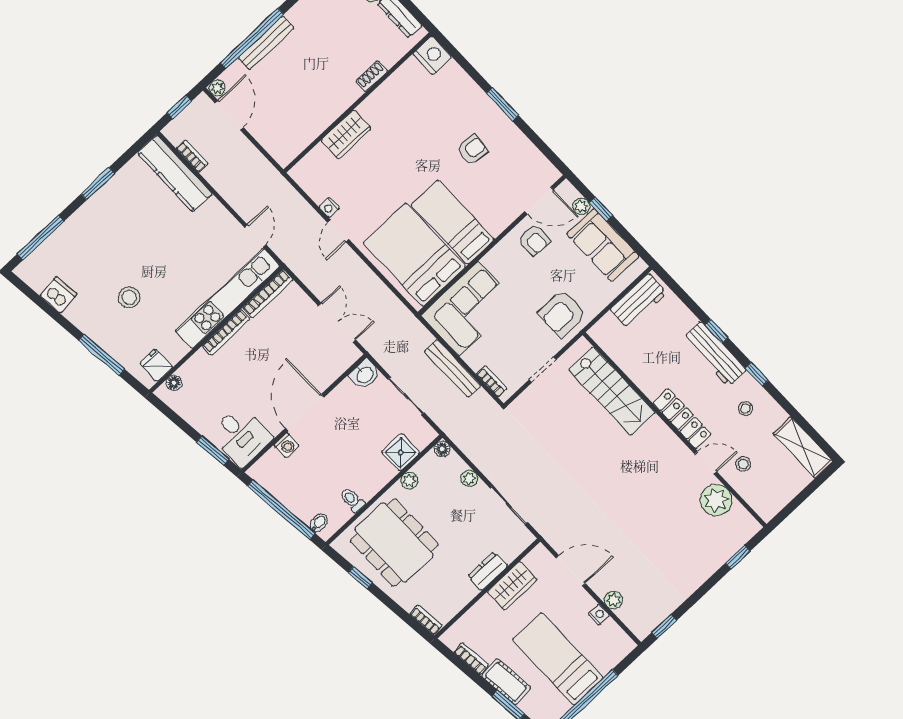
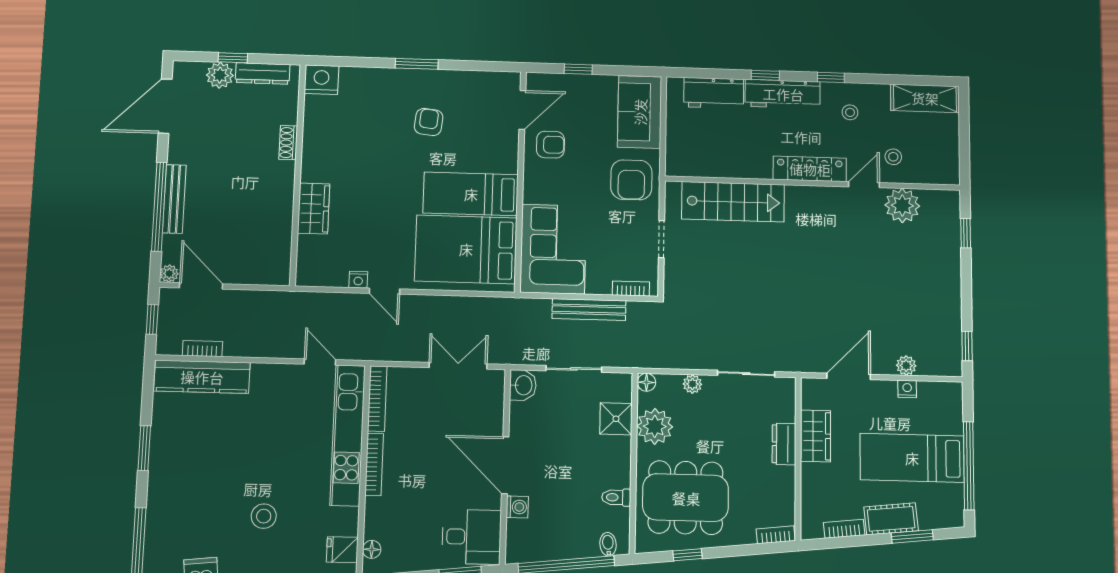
plant: (581, 206) -> (560, 82), removed
sofa: (603, 245) -> (640, 112), moved, turned 90
workbench: (638, 301) -> (714, 93), moved, turned 90
plant: (409, 481) -> (655, 426), width x1.88, depth x1.88

